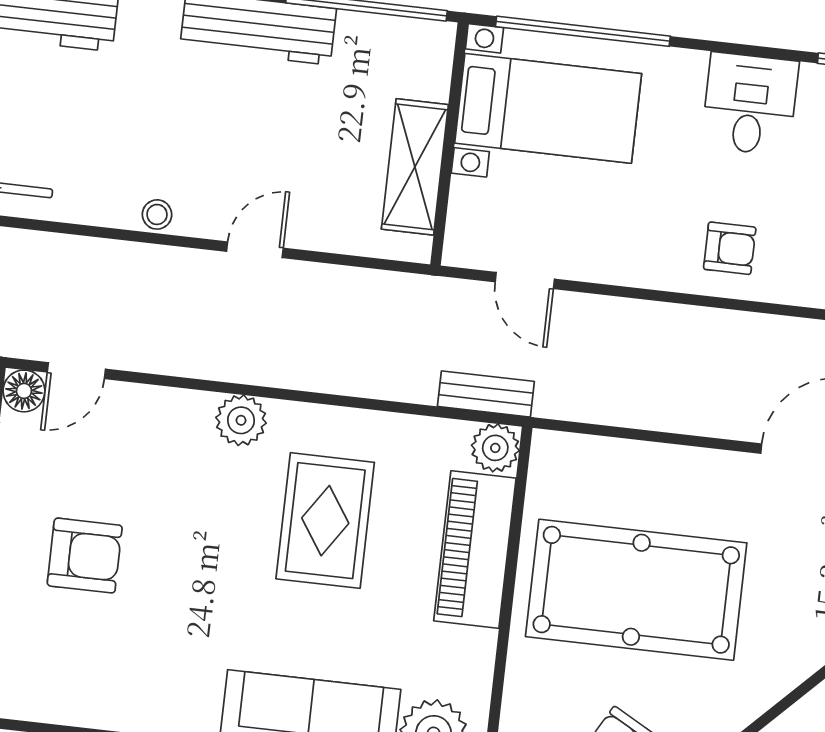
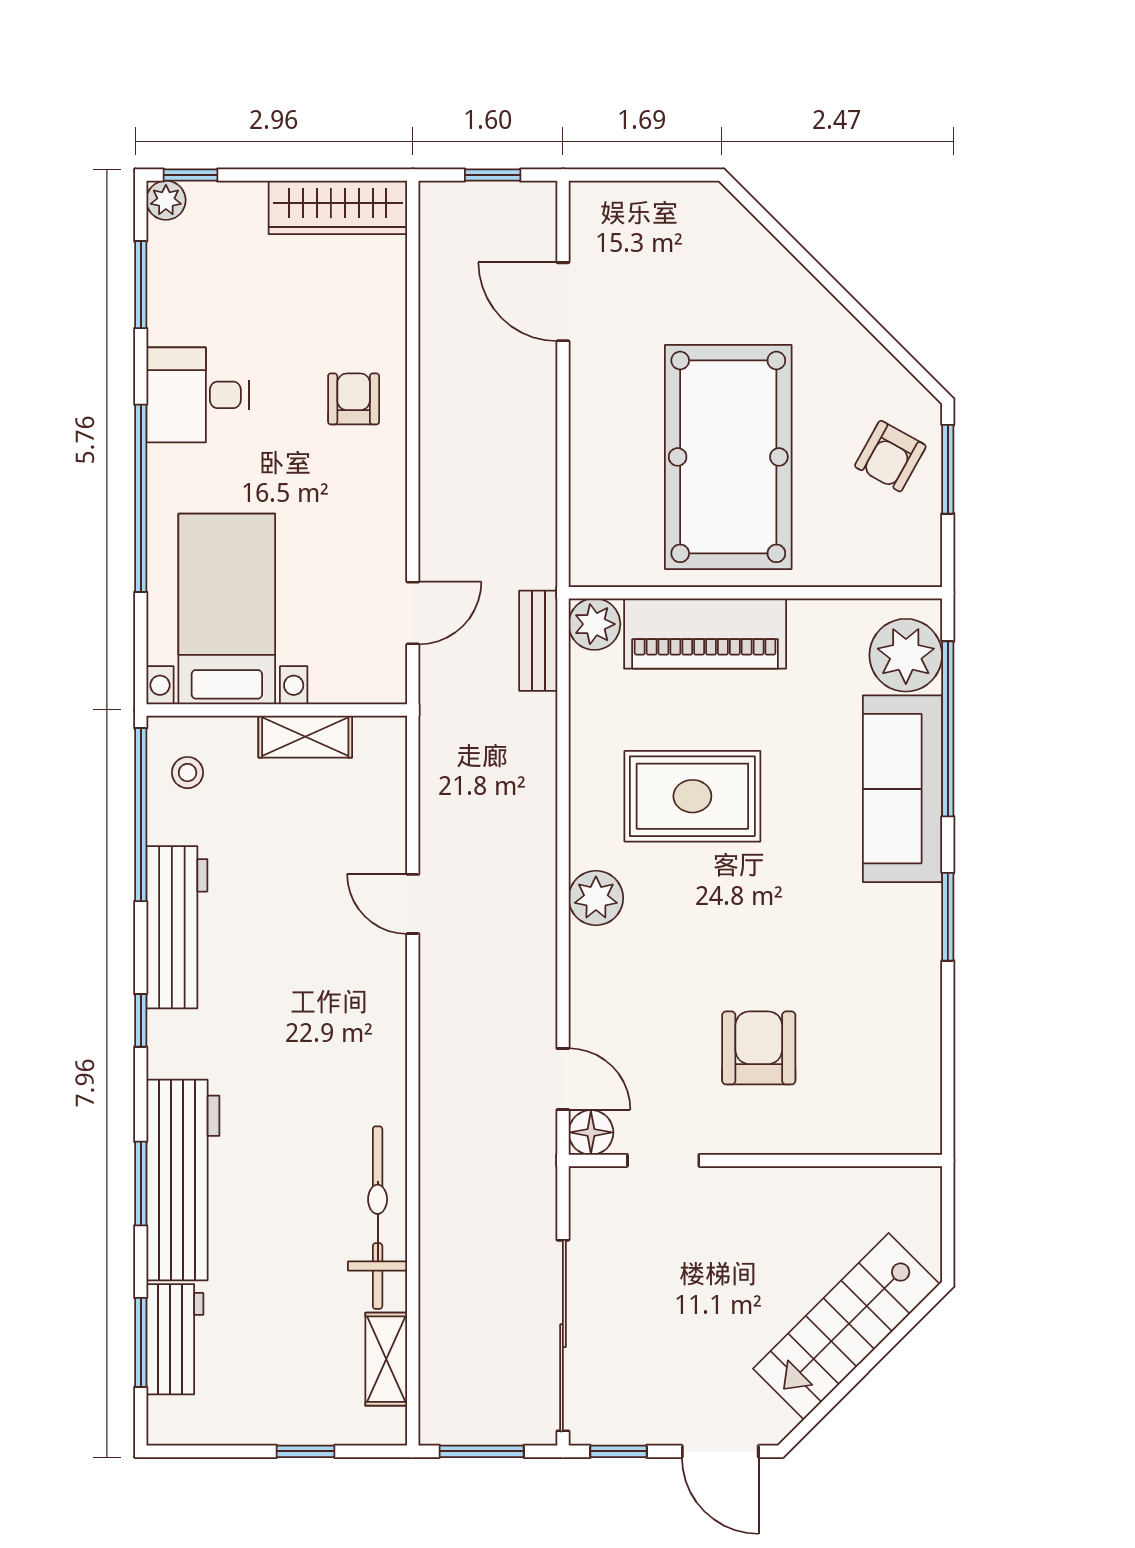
window: (583, 31) -> (141, 498), moved
shelving: (415, 167) -> (305, 737), width x0.67, depth x0.75
stool: (157, 214) -> (188, 773), moved

